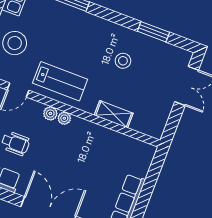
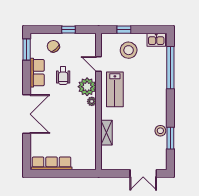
stool: (123, 61) -> (160, 131), moved
plant: (50, 113) -> (87, 87), width x1.88, depth x1.88

